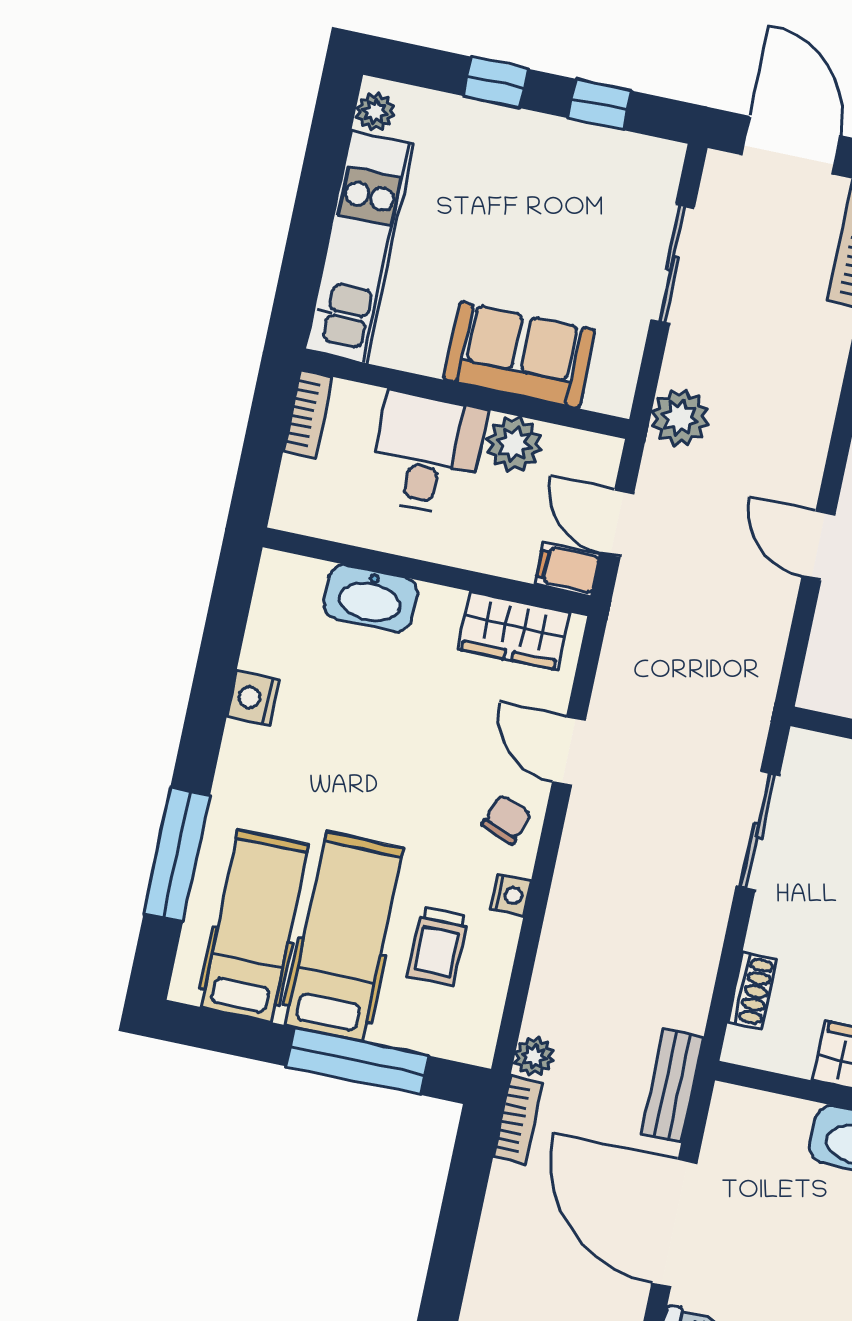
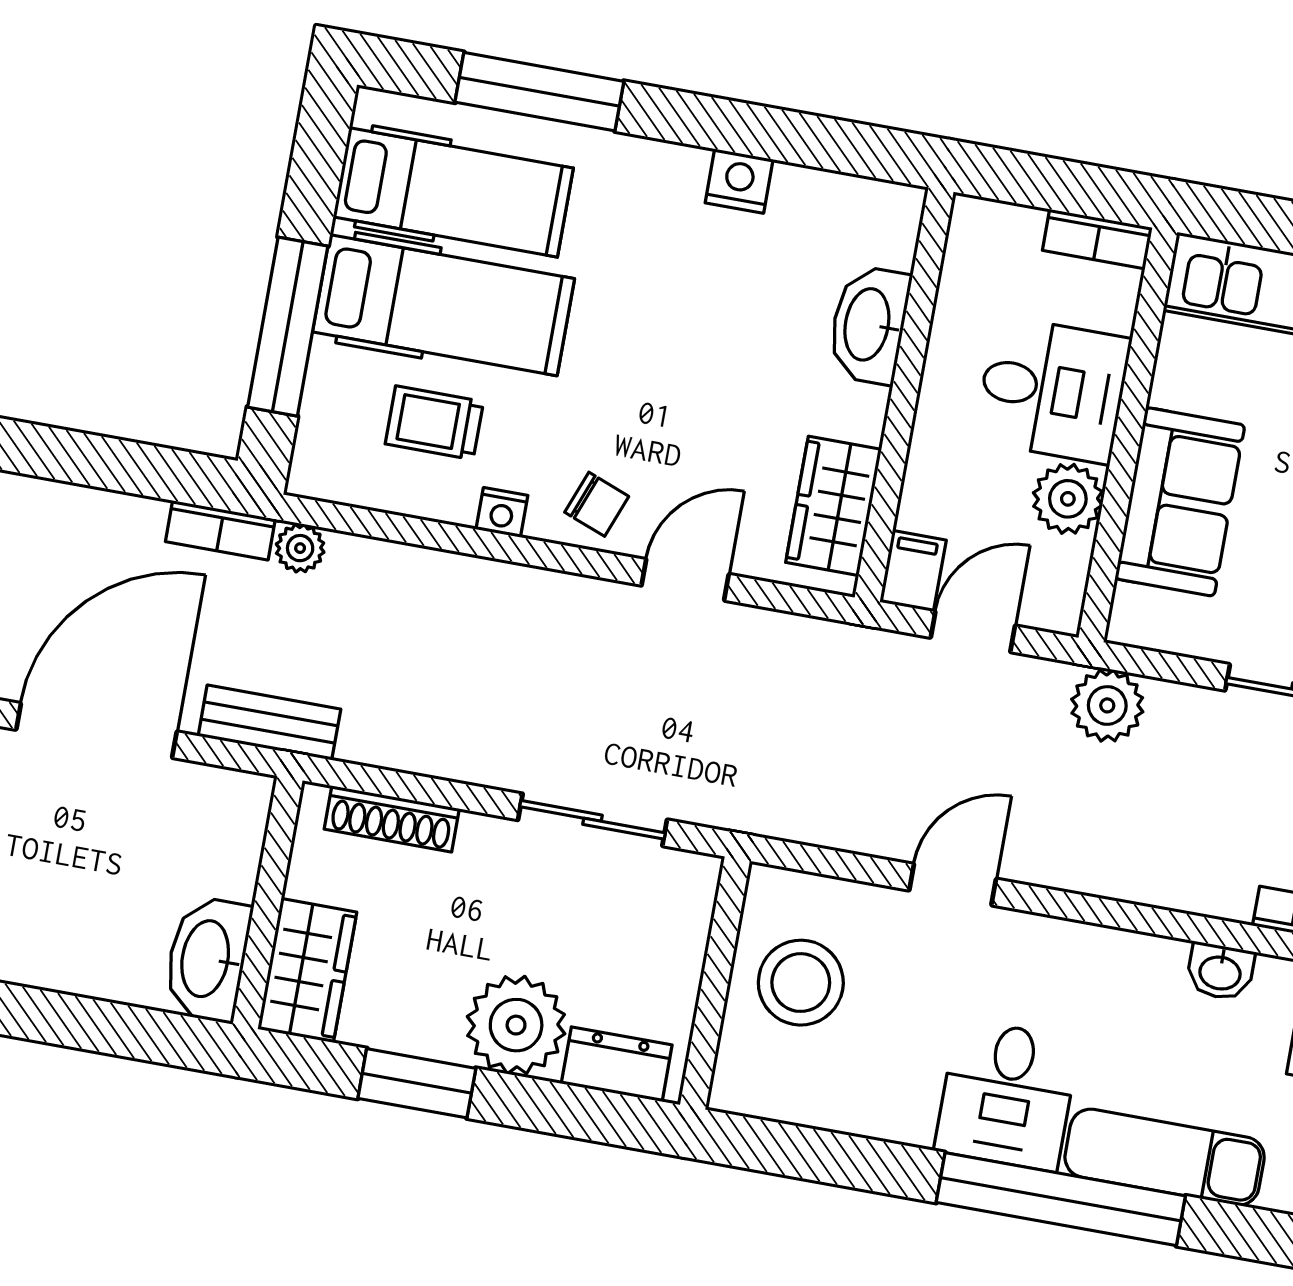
shoe rack: (752, 990) -> (392, 819), width x1.43

